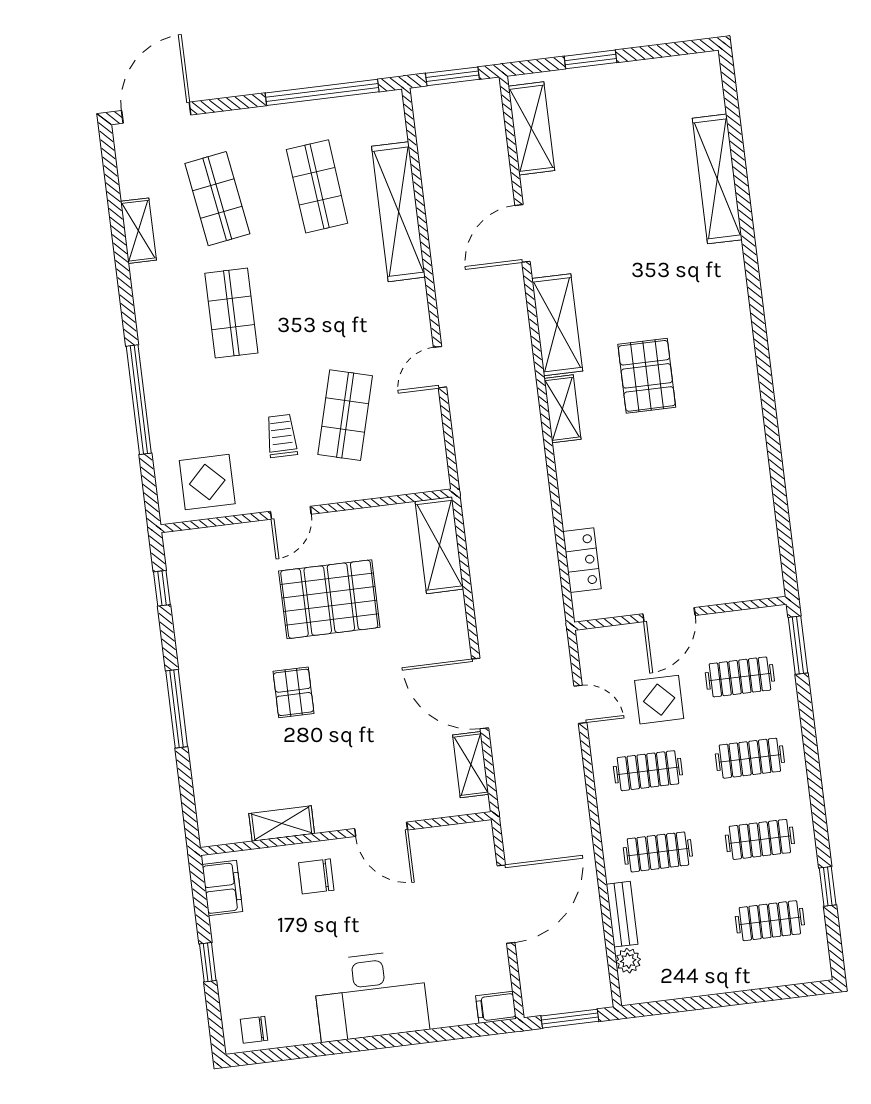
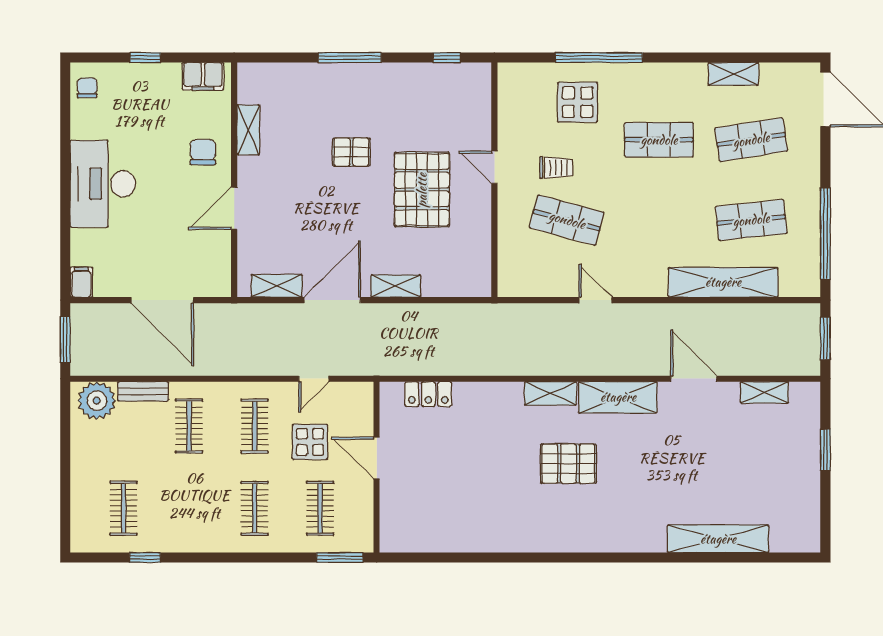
shelving: (531, 128) -> (764, 392), width x0.67, depth x0.75
display table: (207, 482) -> (578, 102), moved
shelving: (439, 545) -> (396, 286), moved, width x0.67, depth x0.75
clothes rail: (760, 839) -> (189, 508), removed
plant: (628, 961) -> (97, 401), width x1.87, depth x1.87

